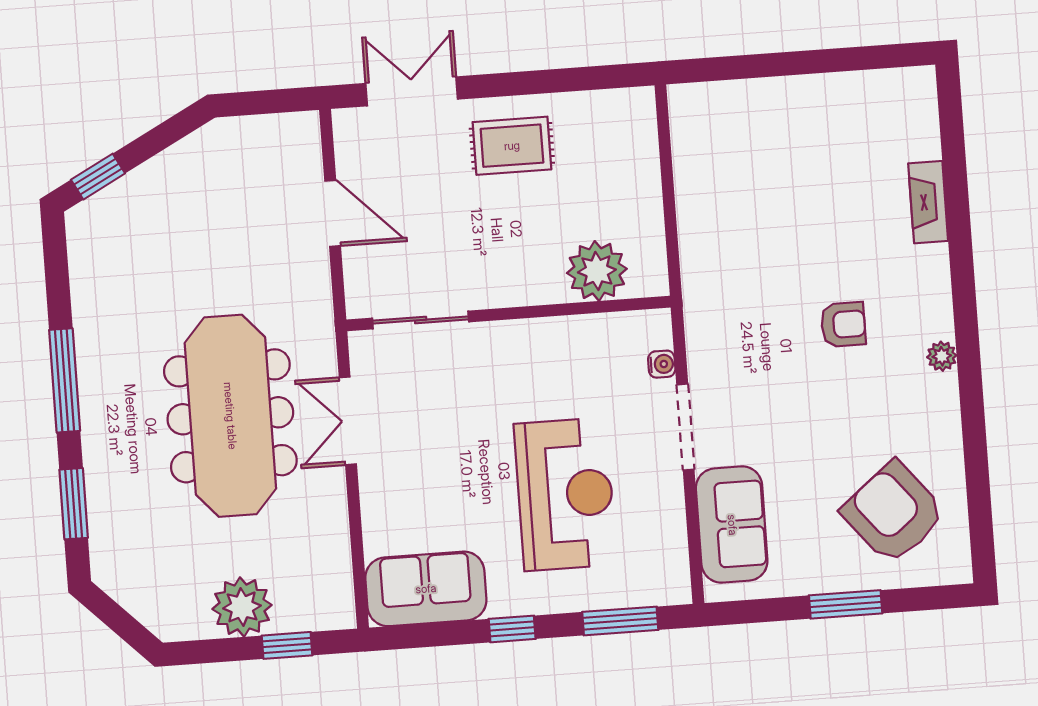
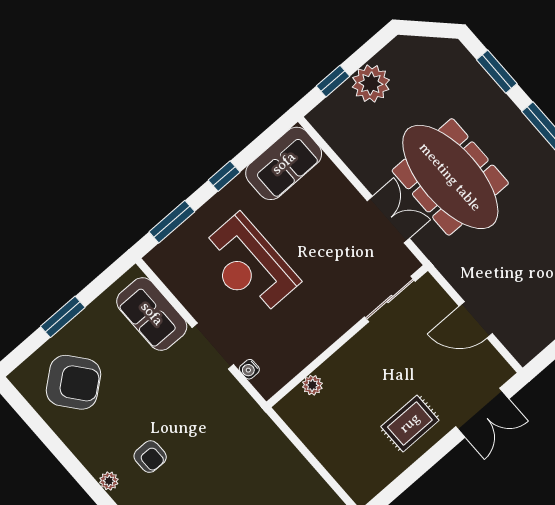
plant: (597, 271) -> (312, 385), width x0.53, depth x0.53
armchair: (843, 324) -> (150, 457), moved, turned -90

